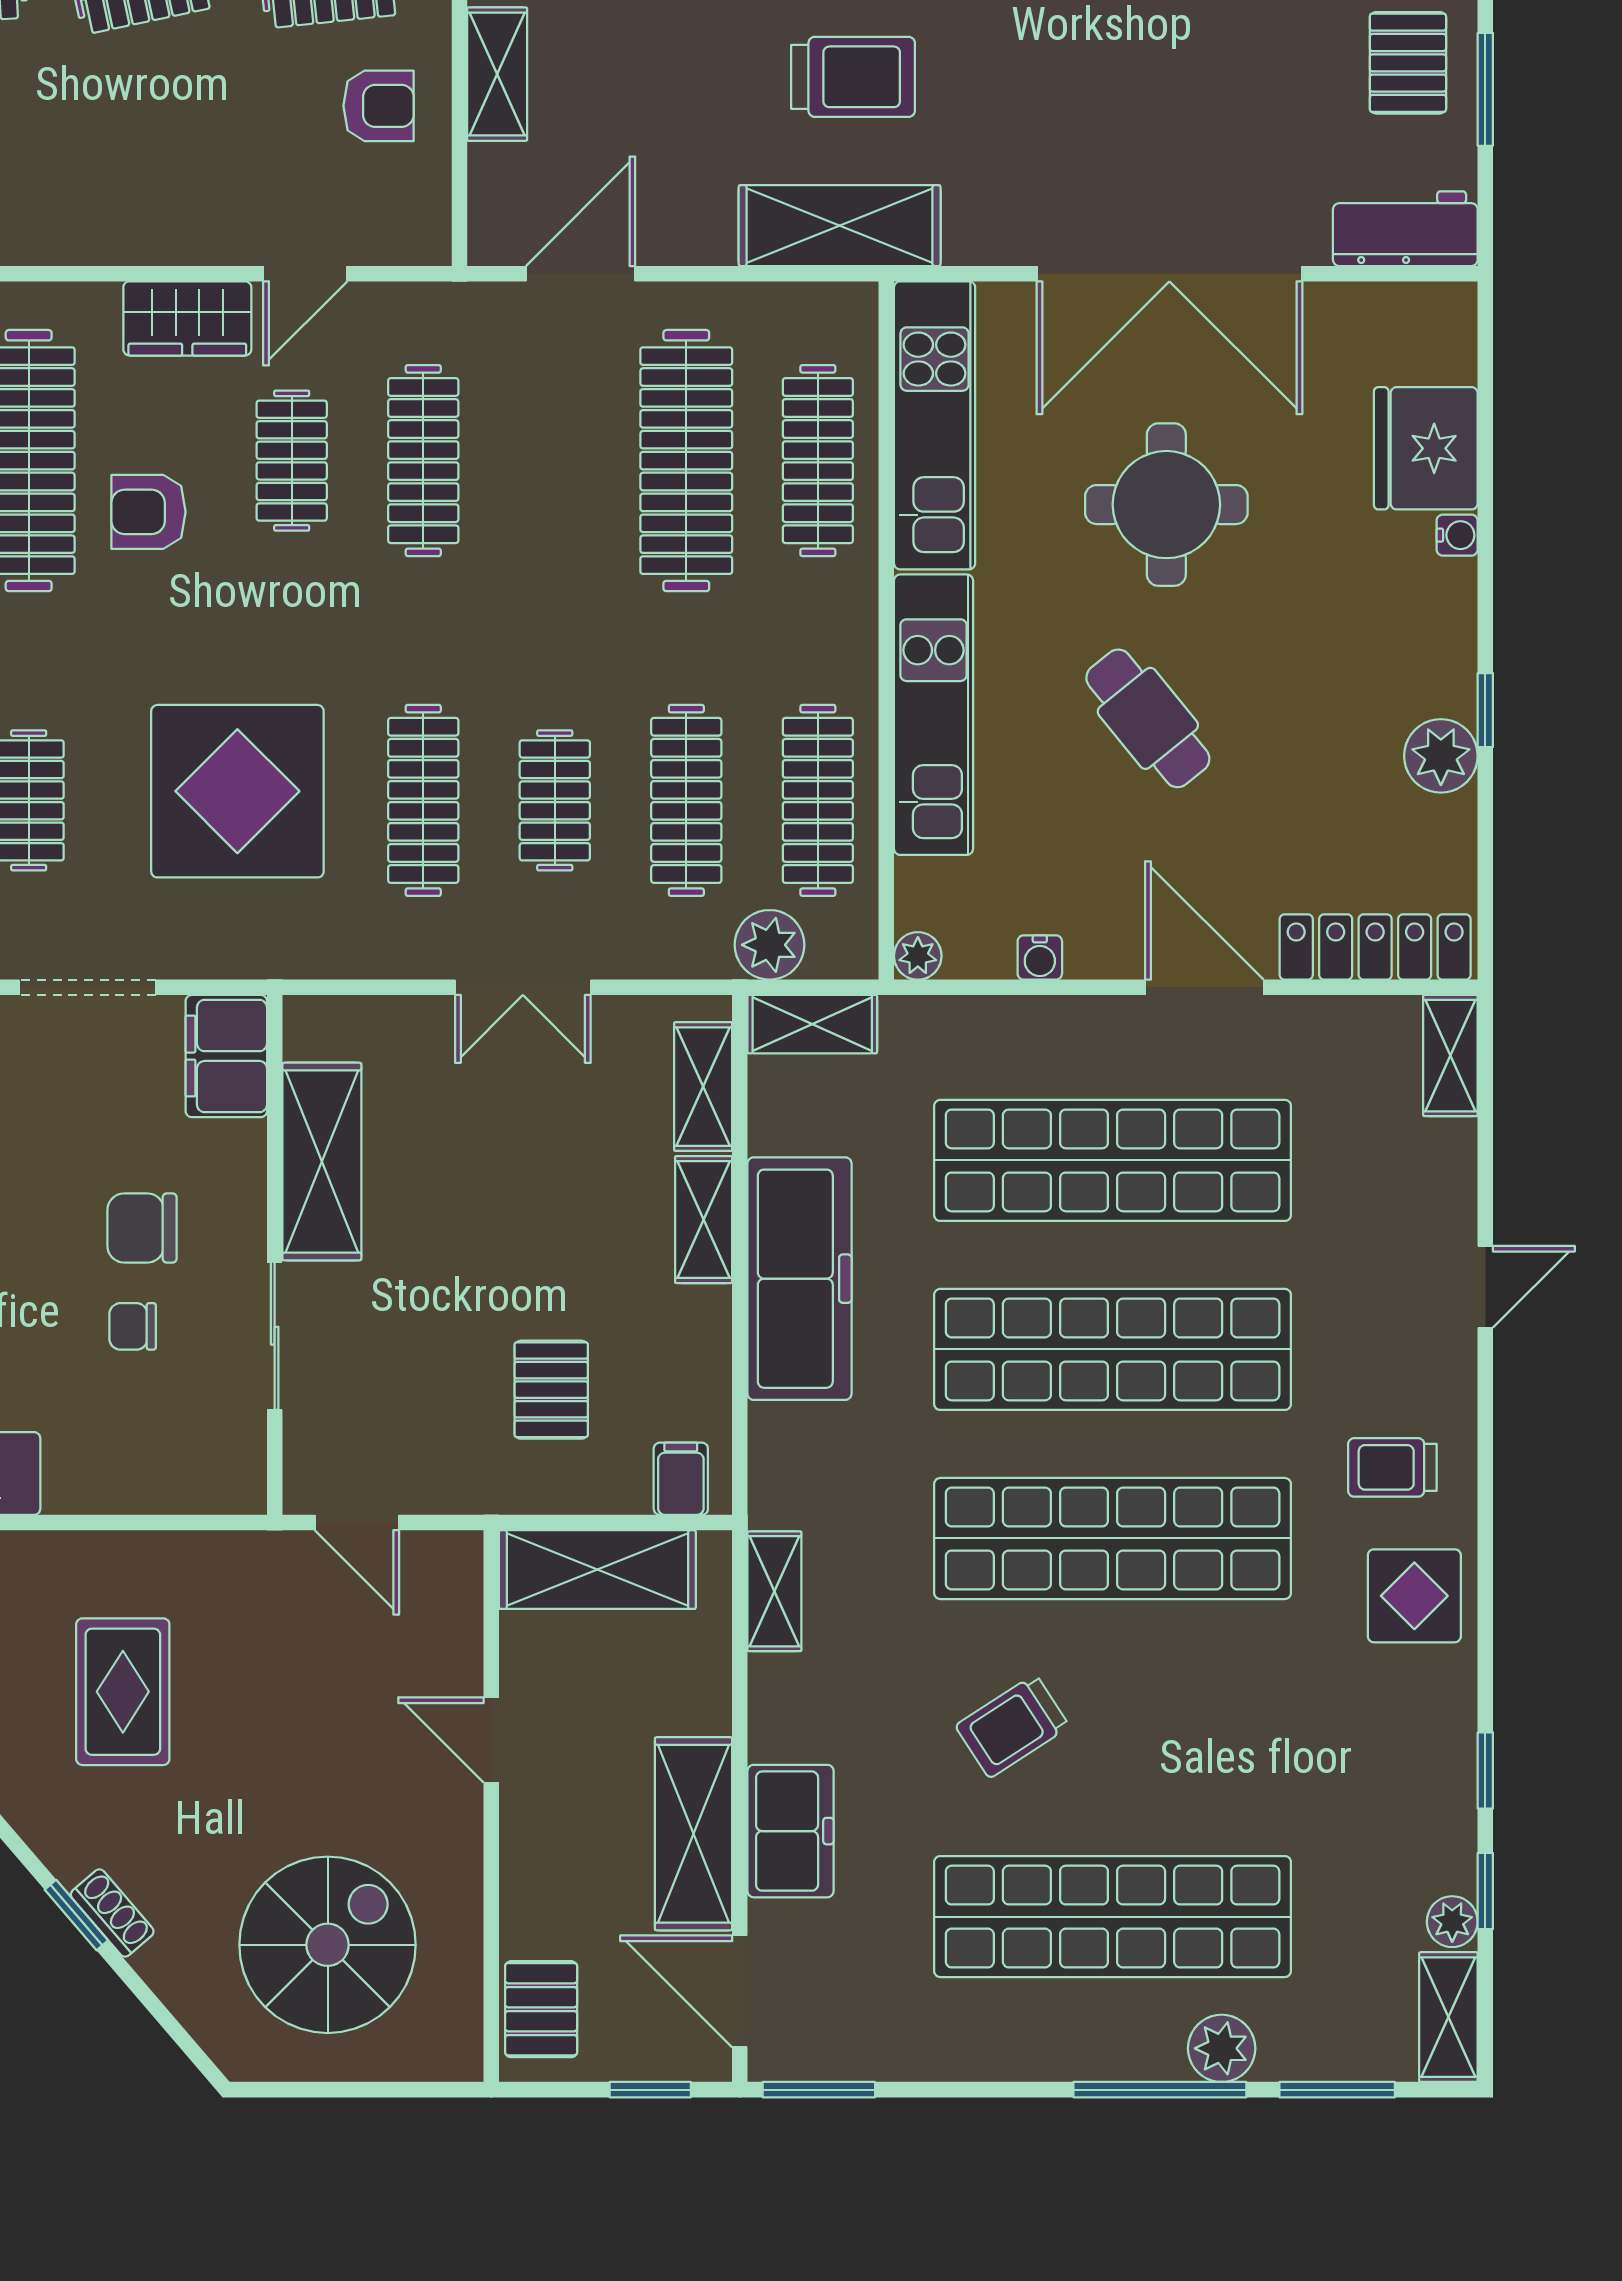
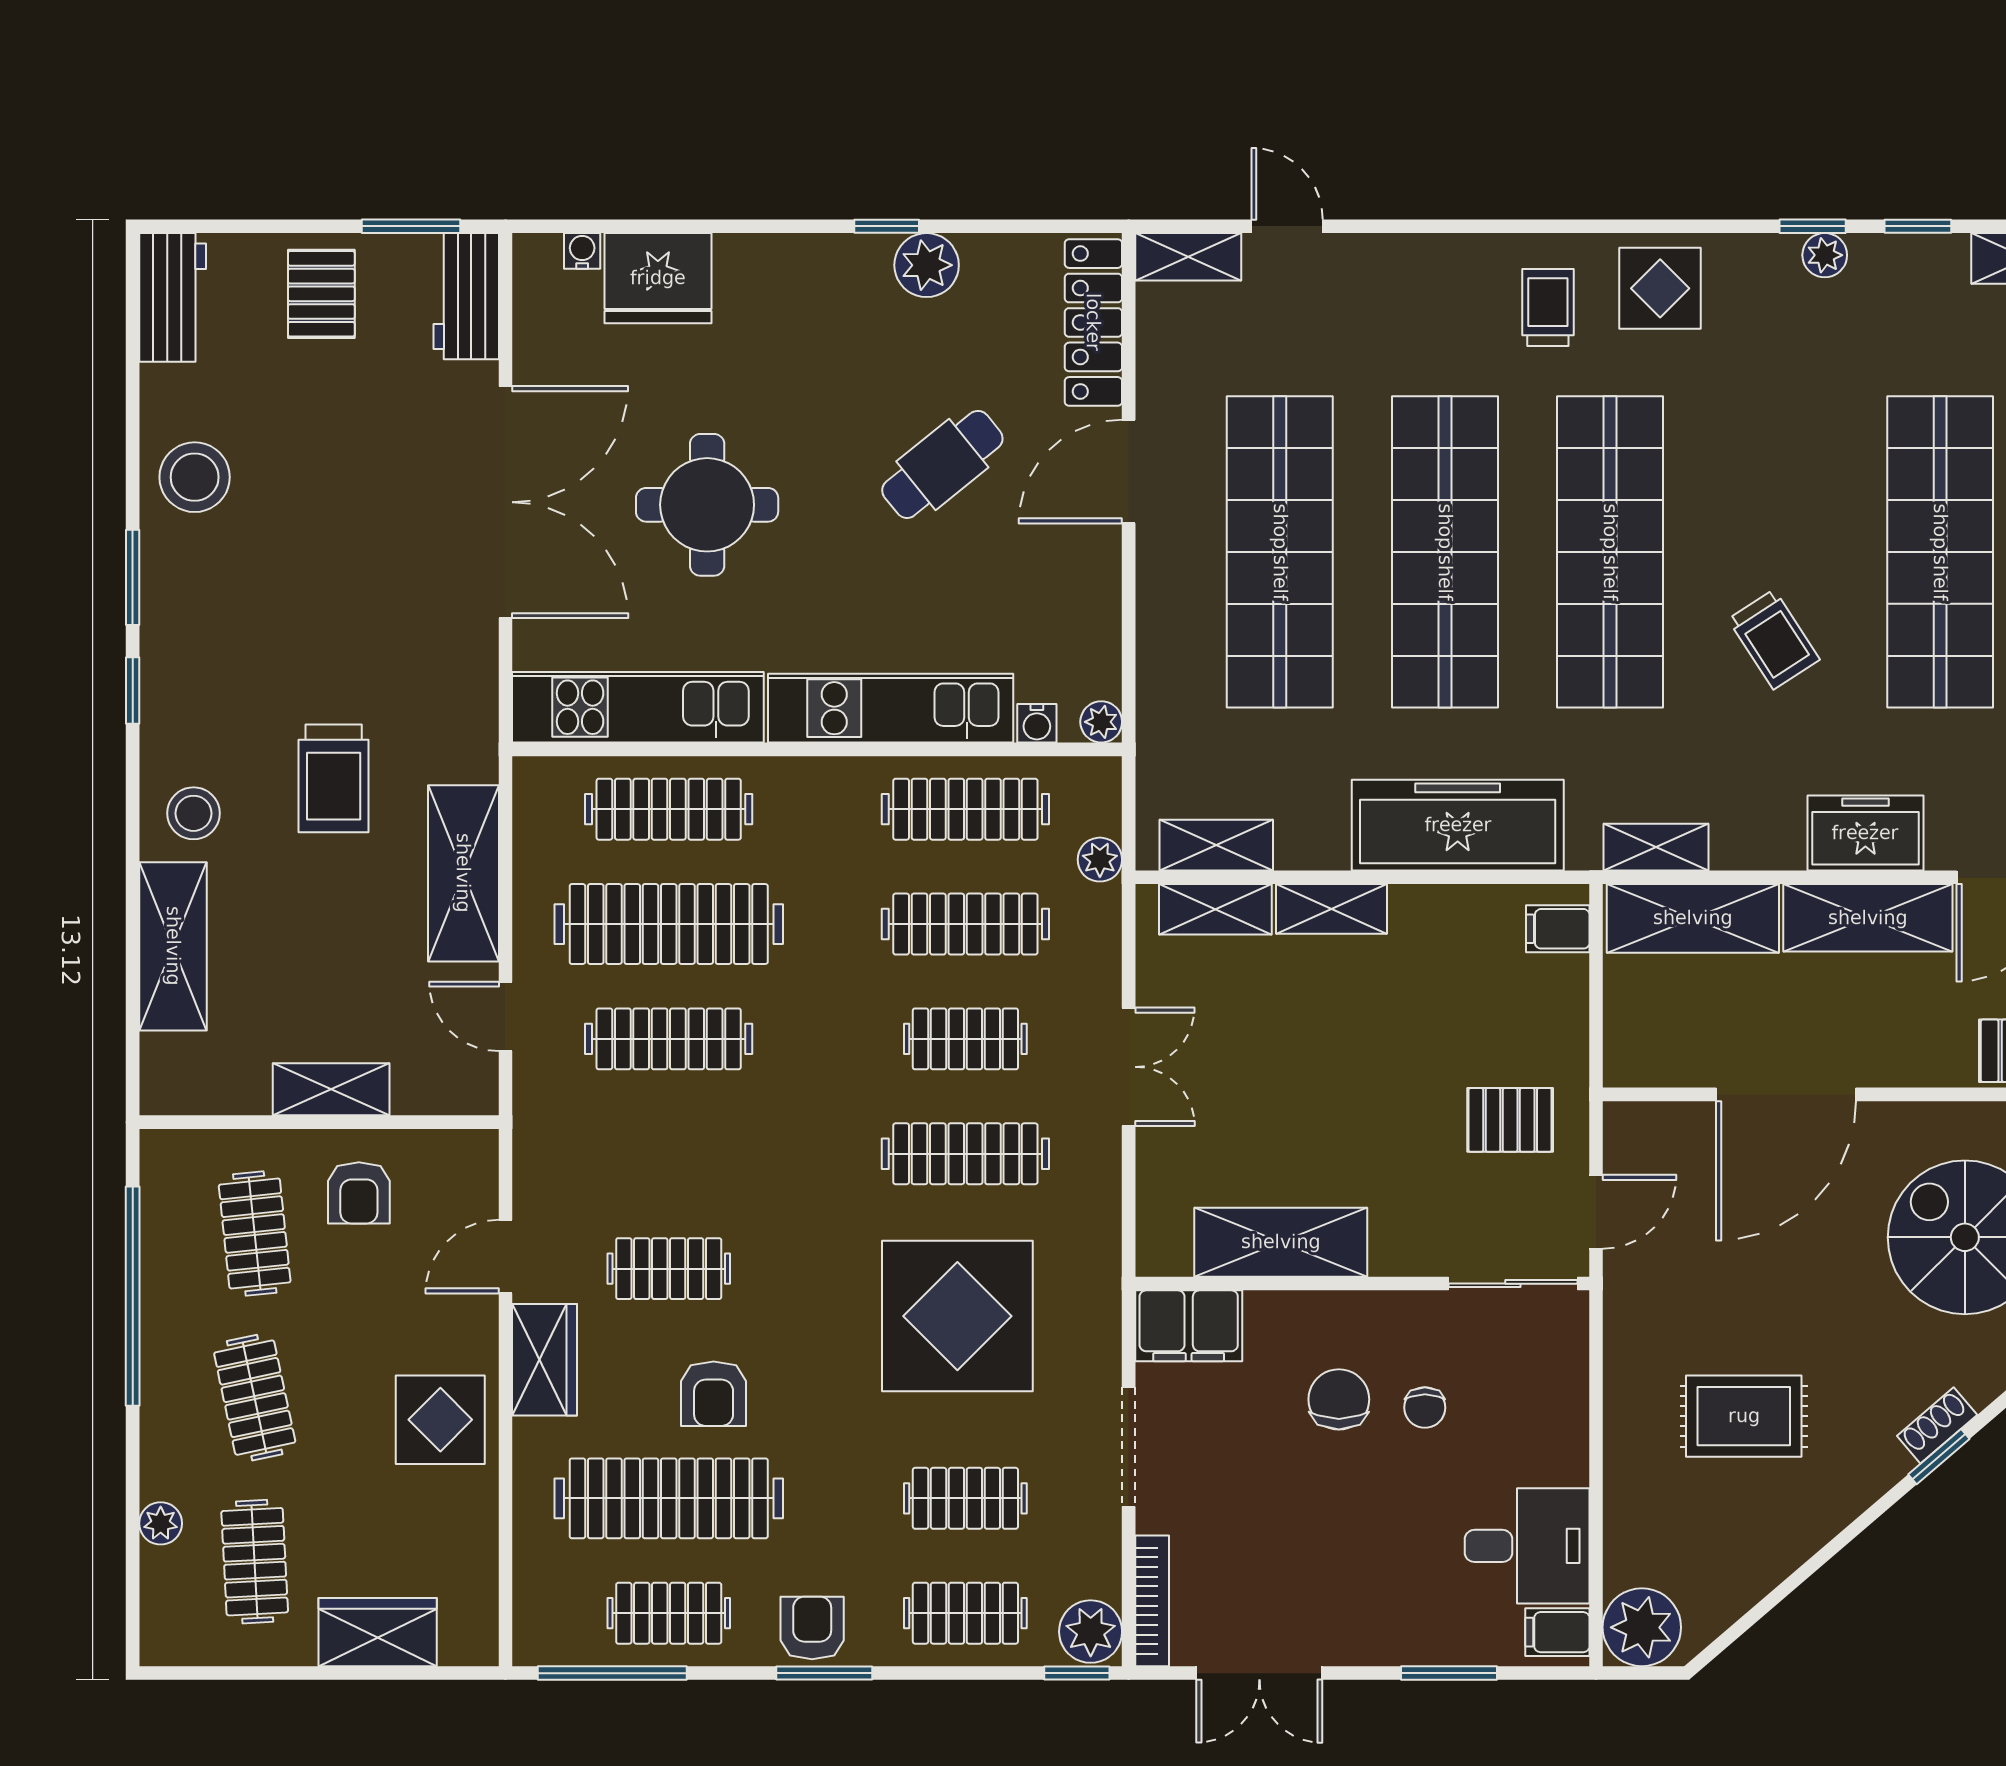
pallet: (1408, 63) -> (321, 294), turned 90
trolley: (853, 77) -> (334, 778), turned 180
window: (1485, 89) -> (411, 226), moved
armchair: (378, 106) -> (359, 1193), turned 180
display table: (119, 199) -> (440, 1420), added
shelving: (840, 226) -> (463, 873), moved
door: (305, 274) -> (505, 1257), swing flipped
door: (581, 274) -> (505, 1016), width x0.73
clothes rail: (423, 461) -> (669, 1039), moved
water cooler: (1457, 535) -> (582, 251), moved
cafe table: (1148, 718) -> (942, 464), moved
plant: (770, 945) -> (1100, 860), width x0.73, depth x0.73
water cooler: (1040, 957) -> (1037, 723), moved, turned 90
shelving: (812, 1024) -> (1216, 845), moved, turned 90
chair: (142, 1228) -> (1339, 1399), turned 180
freezer: (799, 1279) -> (1458, 825), moved
door: (1485, 1287) -> (1287, 226), moved
sliding door: (275, 1336) -> (1513, 1284), moved
pallet: (551, 1390) -> (1510, 1120), moved
trolley: (1392, 1467) -> (1548, 307), turned 180
shelving: (597, 1570) -> (1693, 918), moved, turned 90
door: (491, 1740) -> (1786, 1094), width x1.87
plant: (1452, 1922) -> (1825, 255), moved

